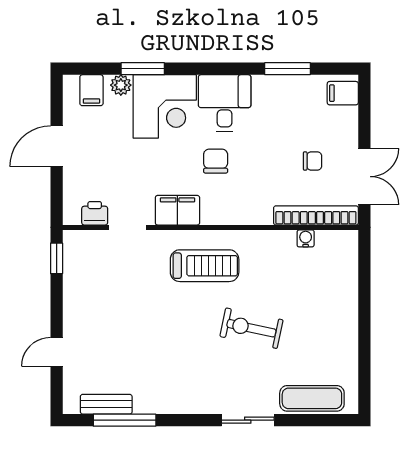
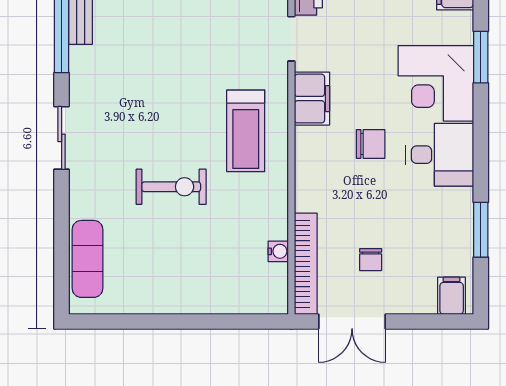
plant: (121, 85) -> (461, 31), removed
exercise bike: (251, 328) -> (171, 187), turned 78
sliding door: (248, 420) -> (62, 138), moved

